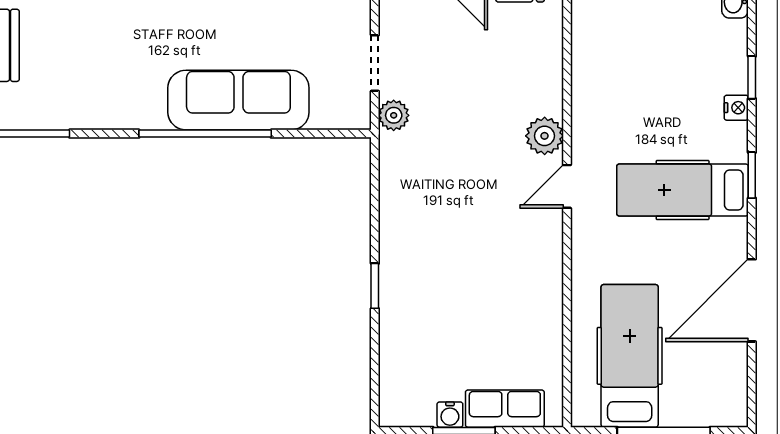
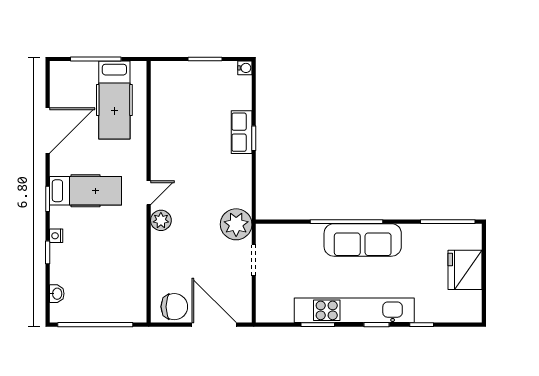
sofa: (238, 100) -> (363, 240), moved
plant: (394, 115) -> (236, 224), width x1.88, depth x1.88
row of seats: (505, 409) -> (242, 132), moved, turned 90
water cooler: (450, 415) -> (245, 68), moved, turned 90

